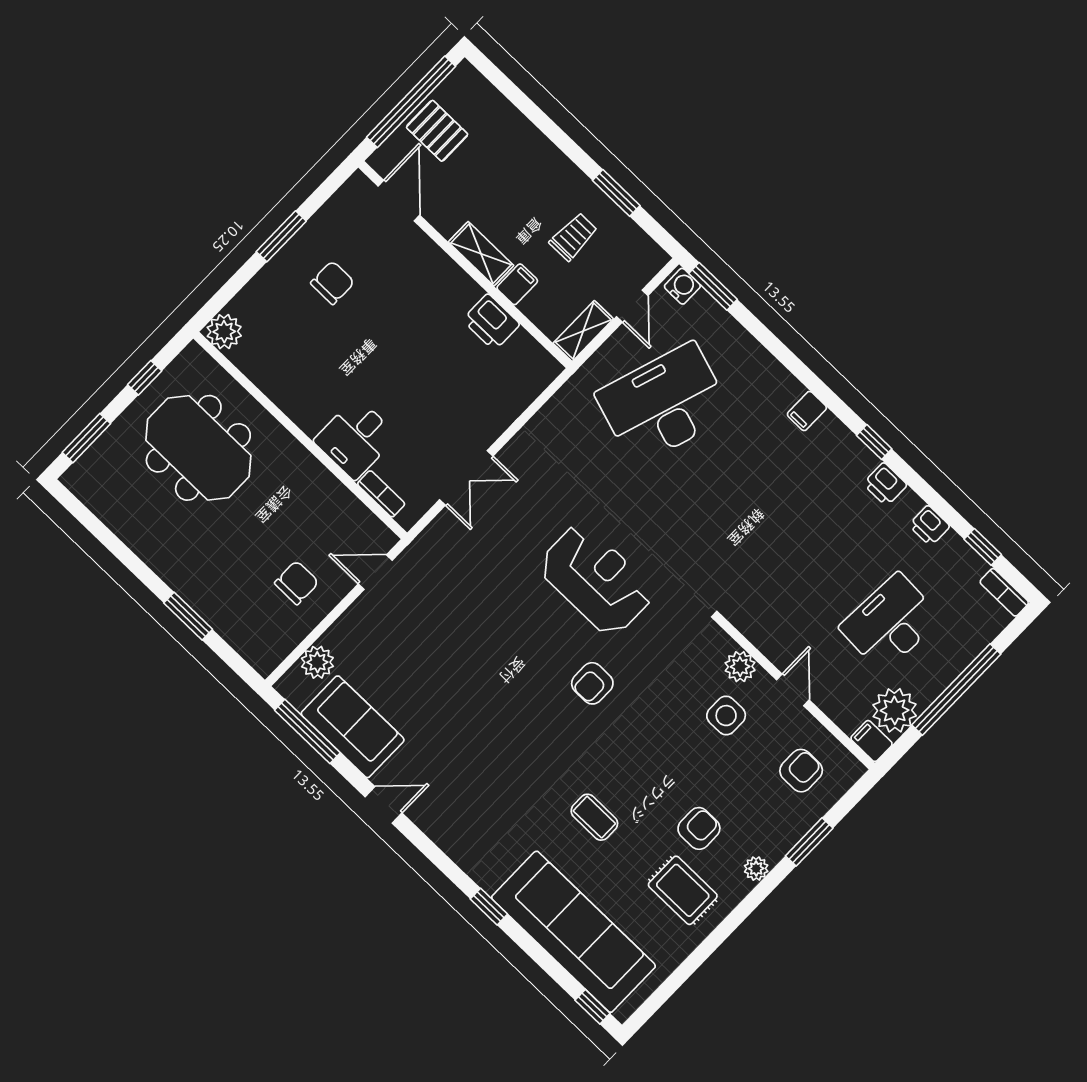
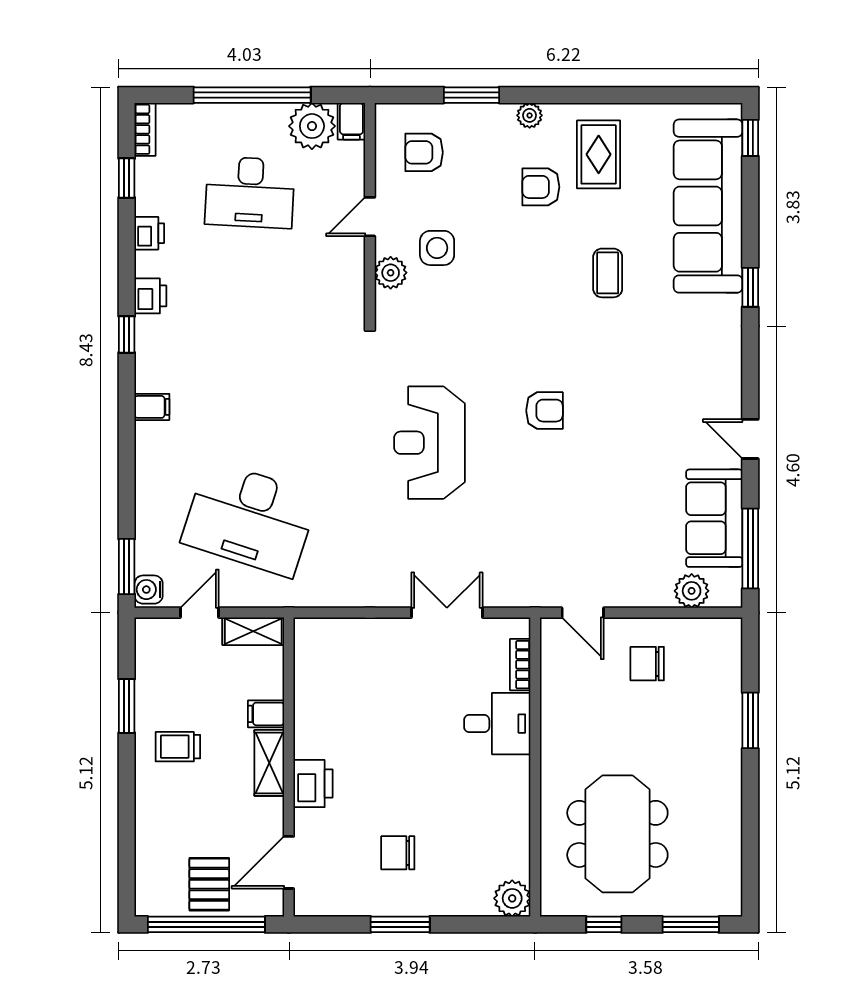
trolley: (573, 237) -> (178, 747), moved
printer: (491, 322) -> (313, 784), moved
armchair: (592, 683) -> (544, 411), moved

